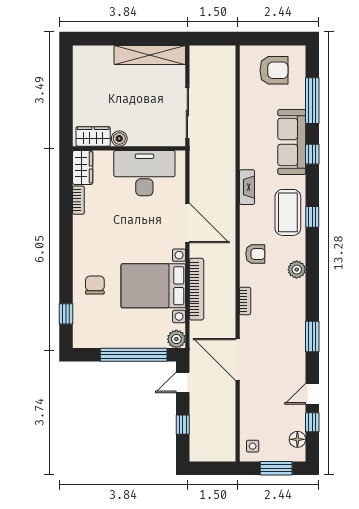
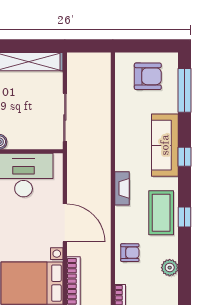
window: (312, 101) -> (185, 90), moved

